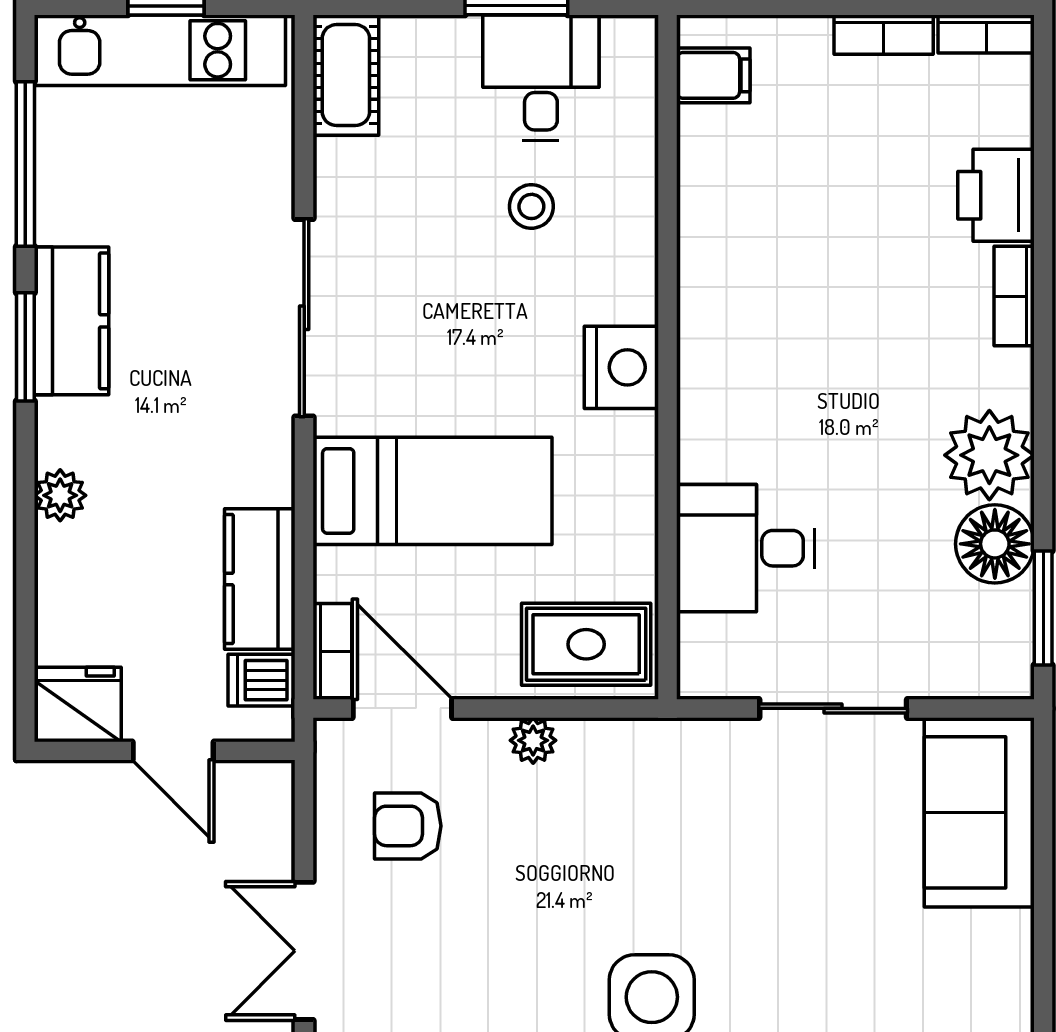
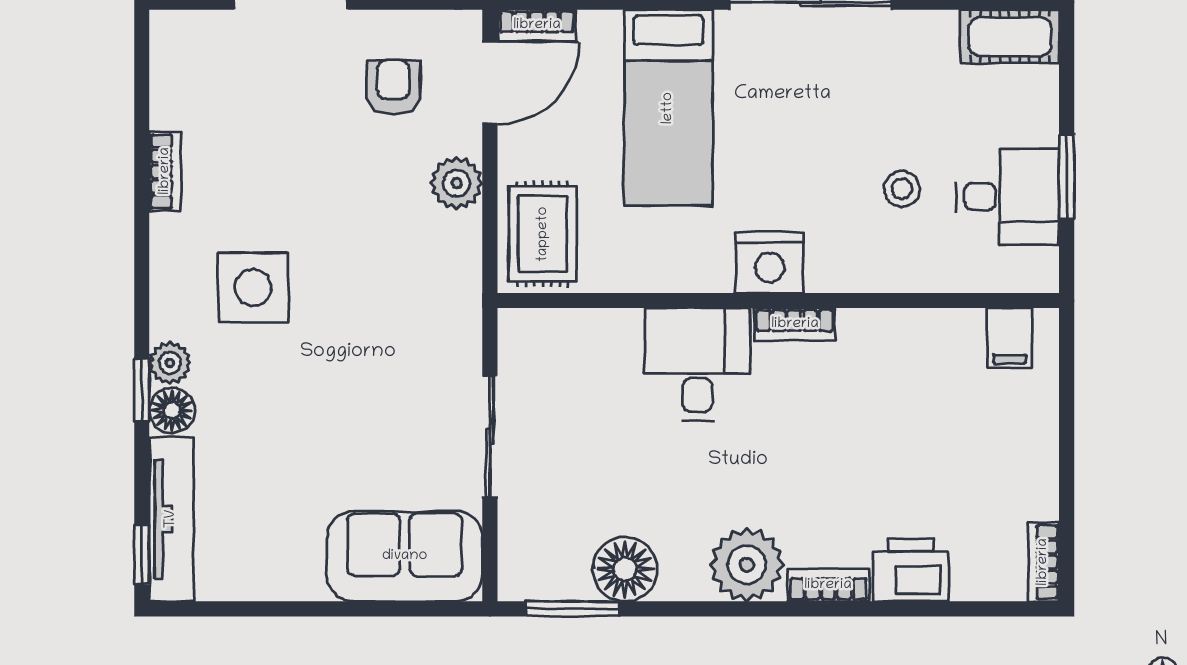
bookcase: (884, 35) -> (795, 324), moved, turned -90
plant: (989, 455) -> (747, 565), moved
desk: (745, 548) -> (698, 364), moved
plant: (533, 740) -> (457, 183), width x1.38, depth x1.38

